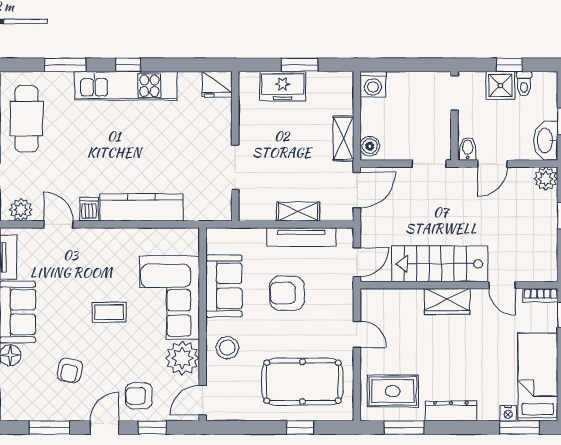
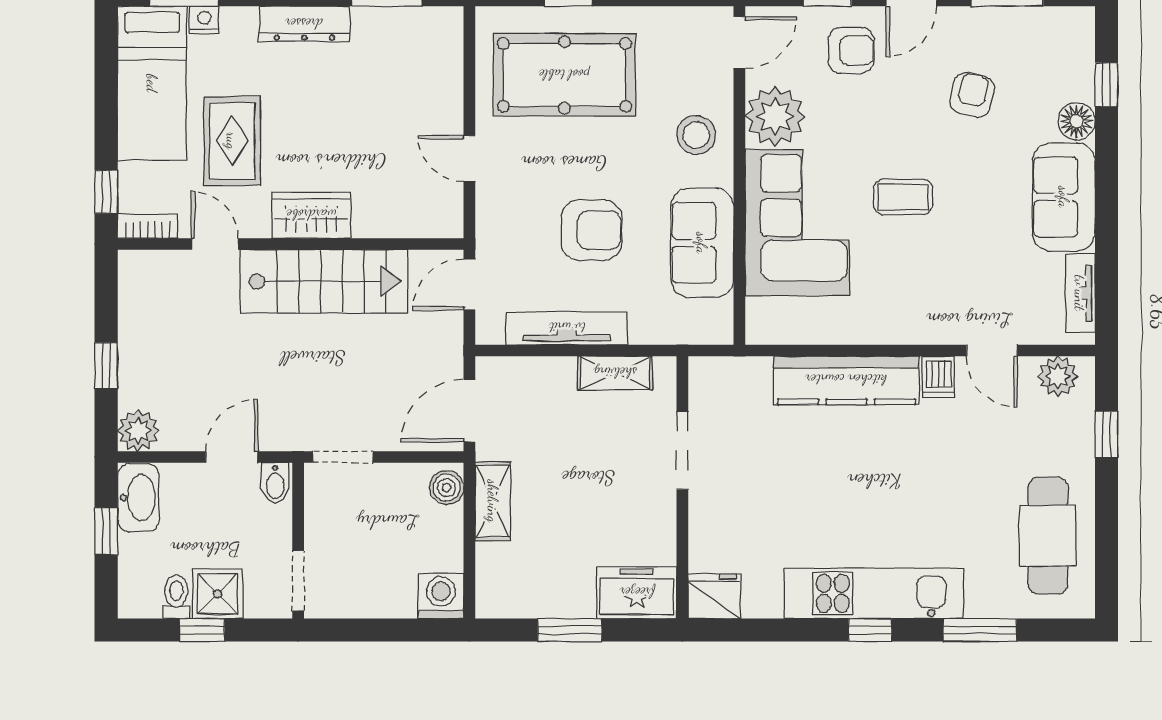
freezer: (283, 86) -> (637, 593), moved
shelving: (298, 212) -> (615, 373), moved
rug: (393, 391) -> (232, 141), moved, turned 90

